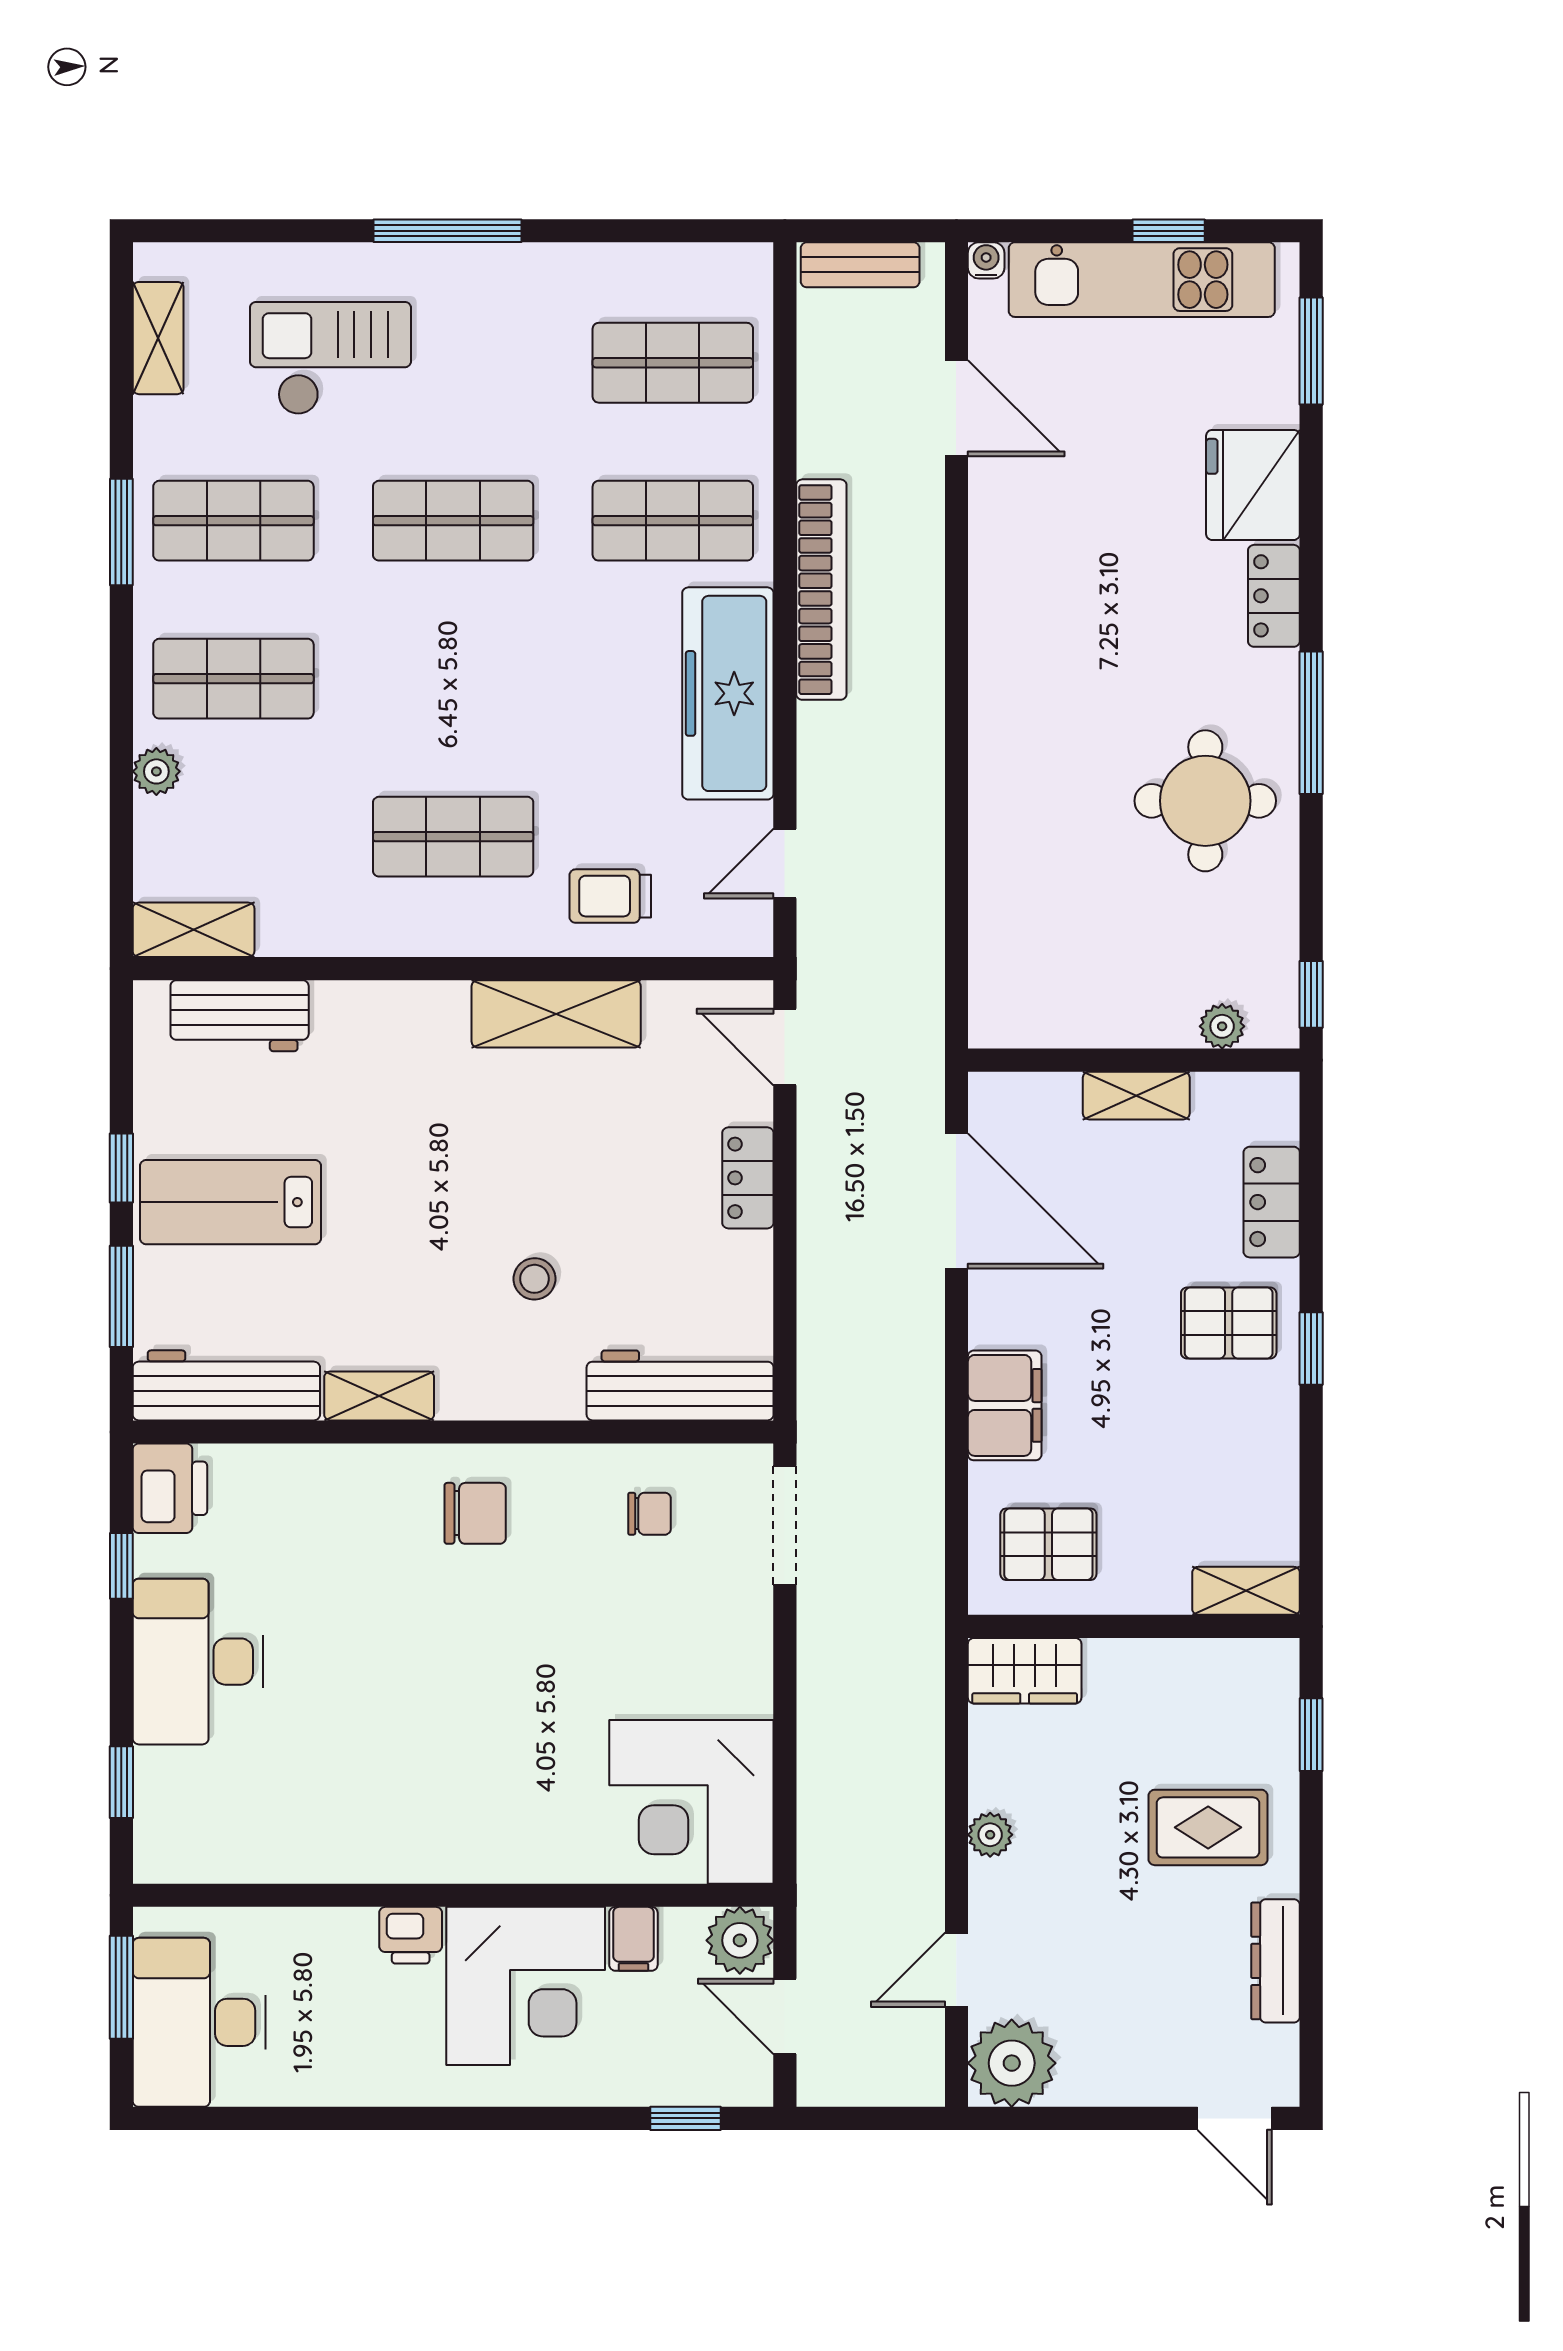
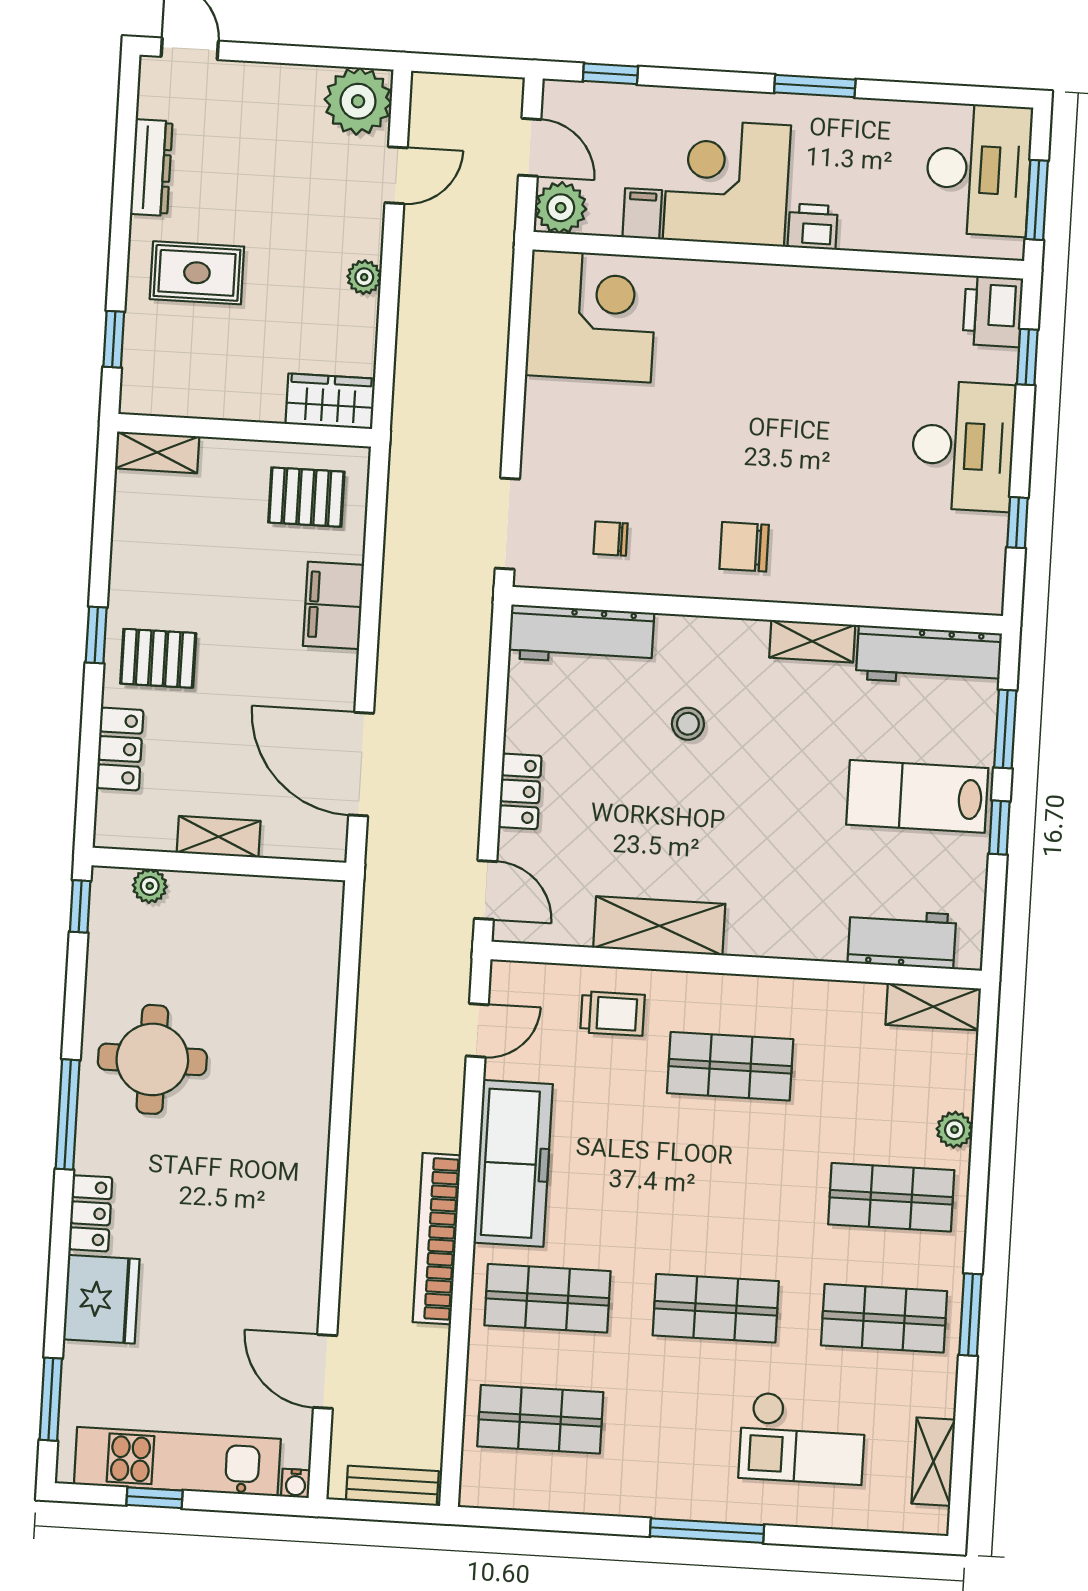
lab bench: (231, 1202) -> (917, 796), turned 180
printer: (170, 1488) -> (993, 311), moved
window: (419, 2118) -> (815, 86), added

